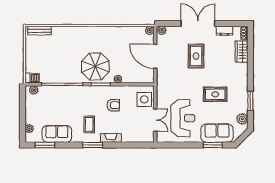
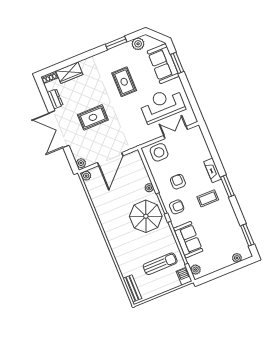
sun lounger: (51, 62) -> (160, 264), added
armchair: (93, 96) -> (177, 207), added
sofa: (57, 134) -> (188, 240), moved, turned 180

